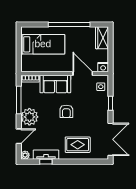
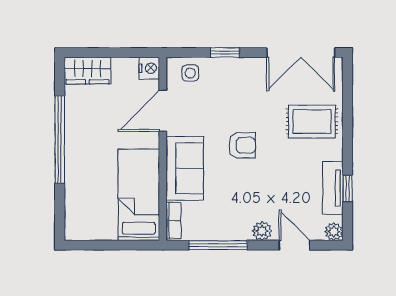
bed: (43, 44) -> (139, 195), moved
plant: (29, 117) -> (262, 231), width x0.53, depth x0.53
double door: (111, 139) -> (301, 53), swing flipped
rug: (78, 145) -> (312, 122), turned 90

